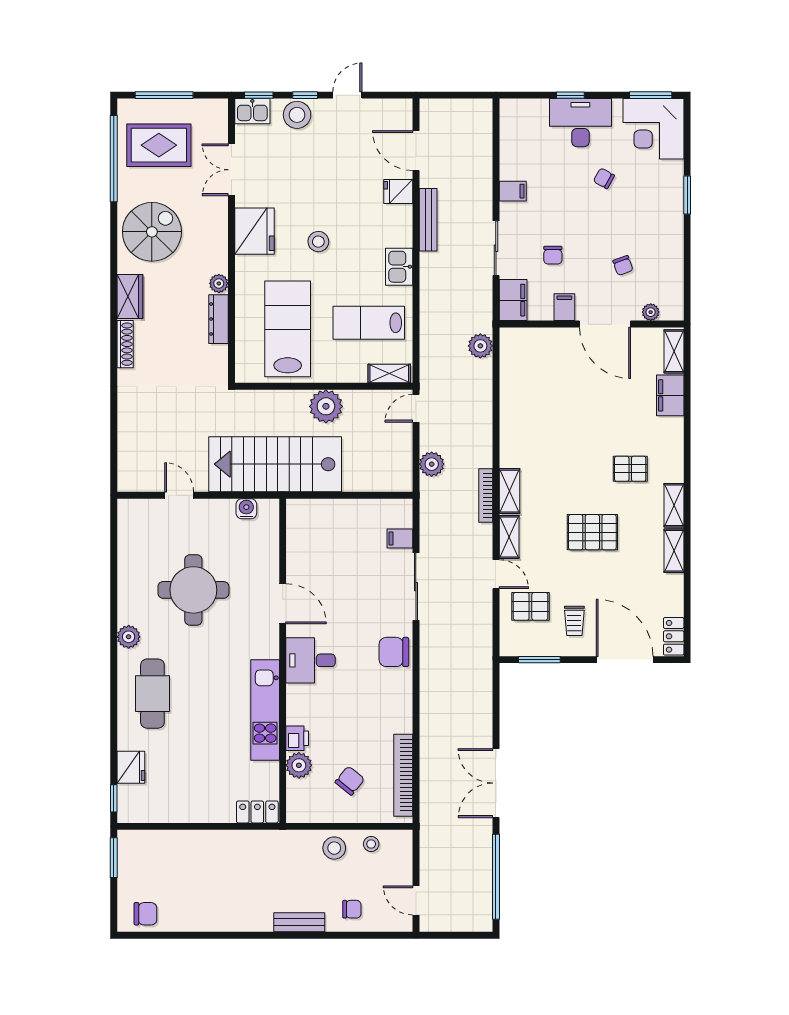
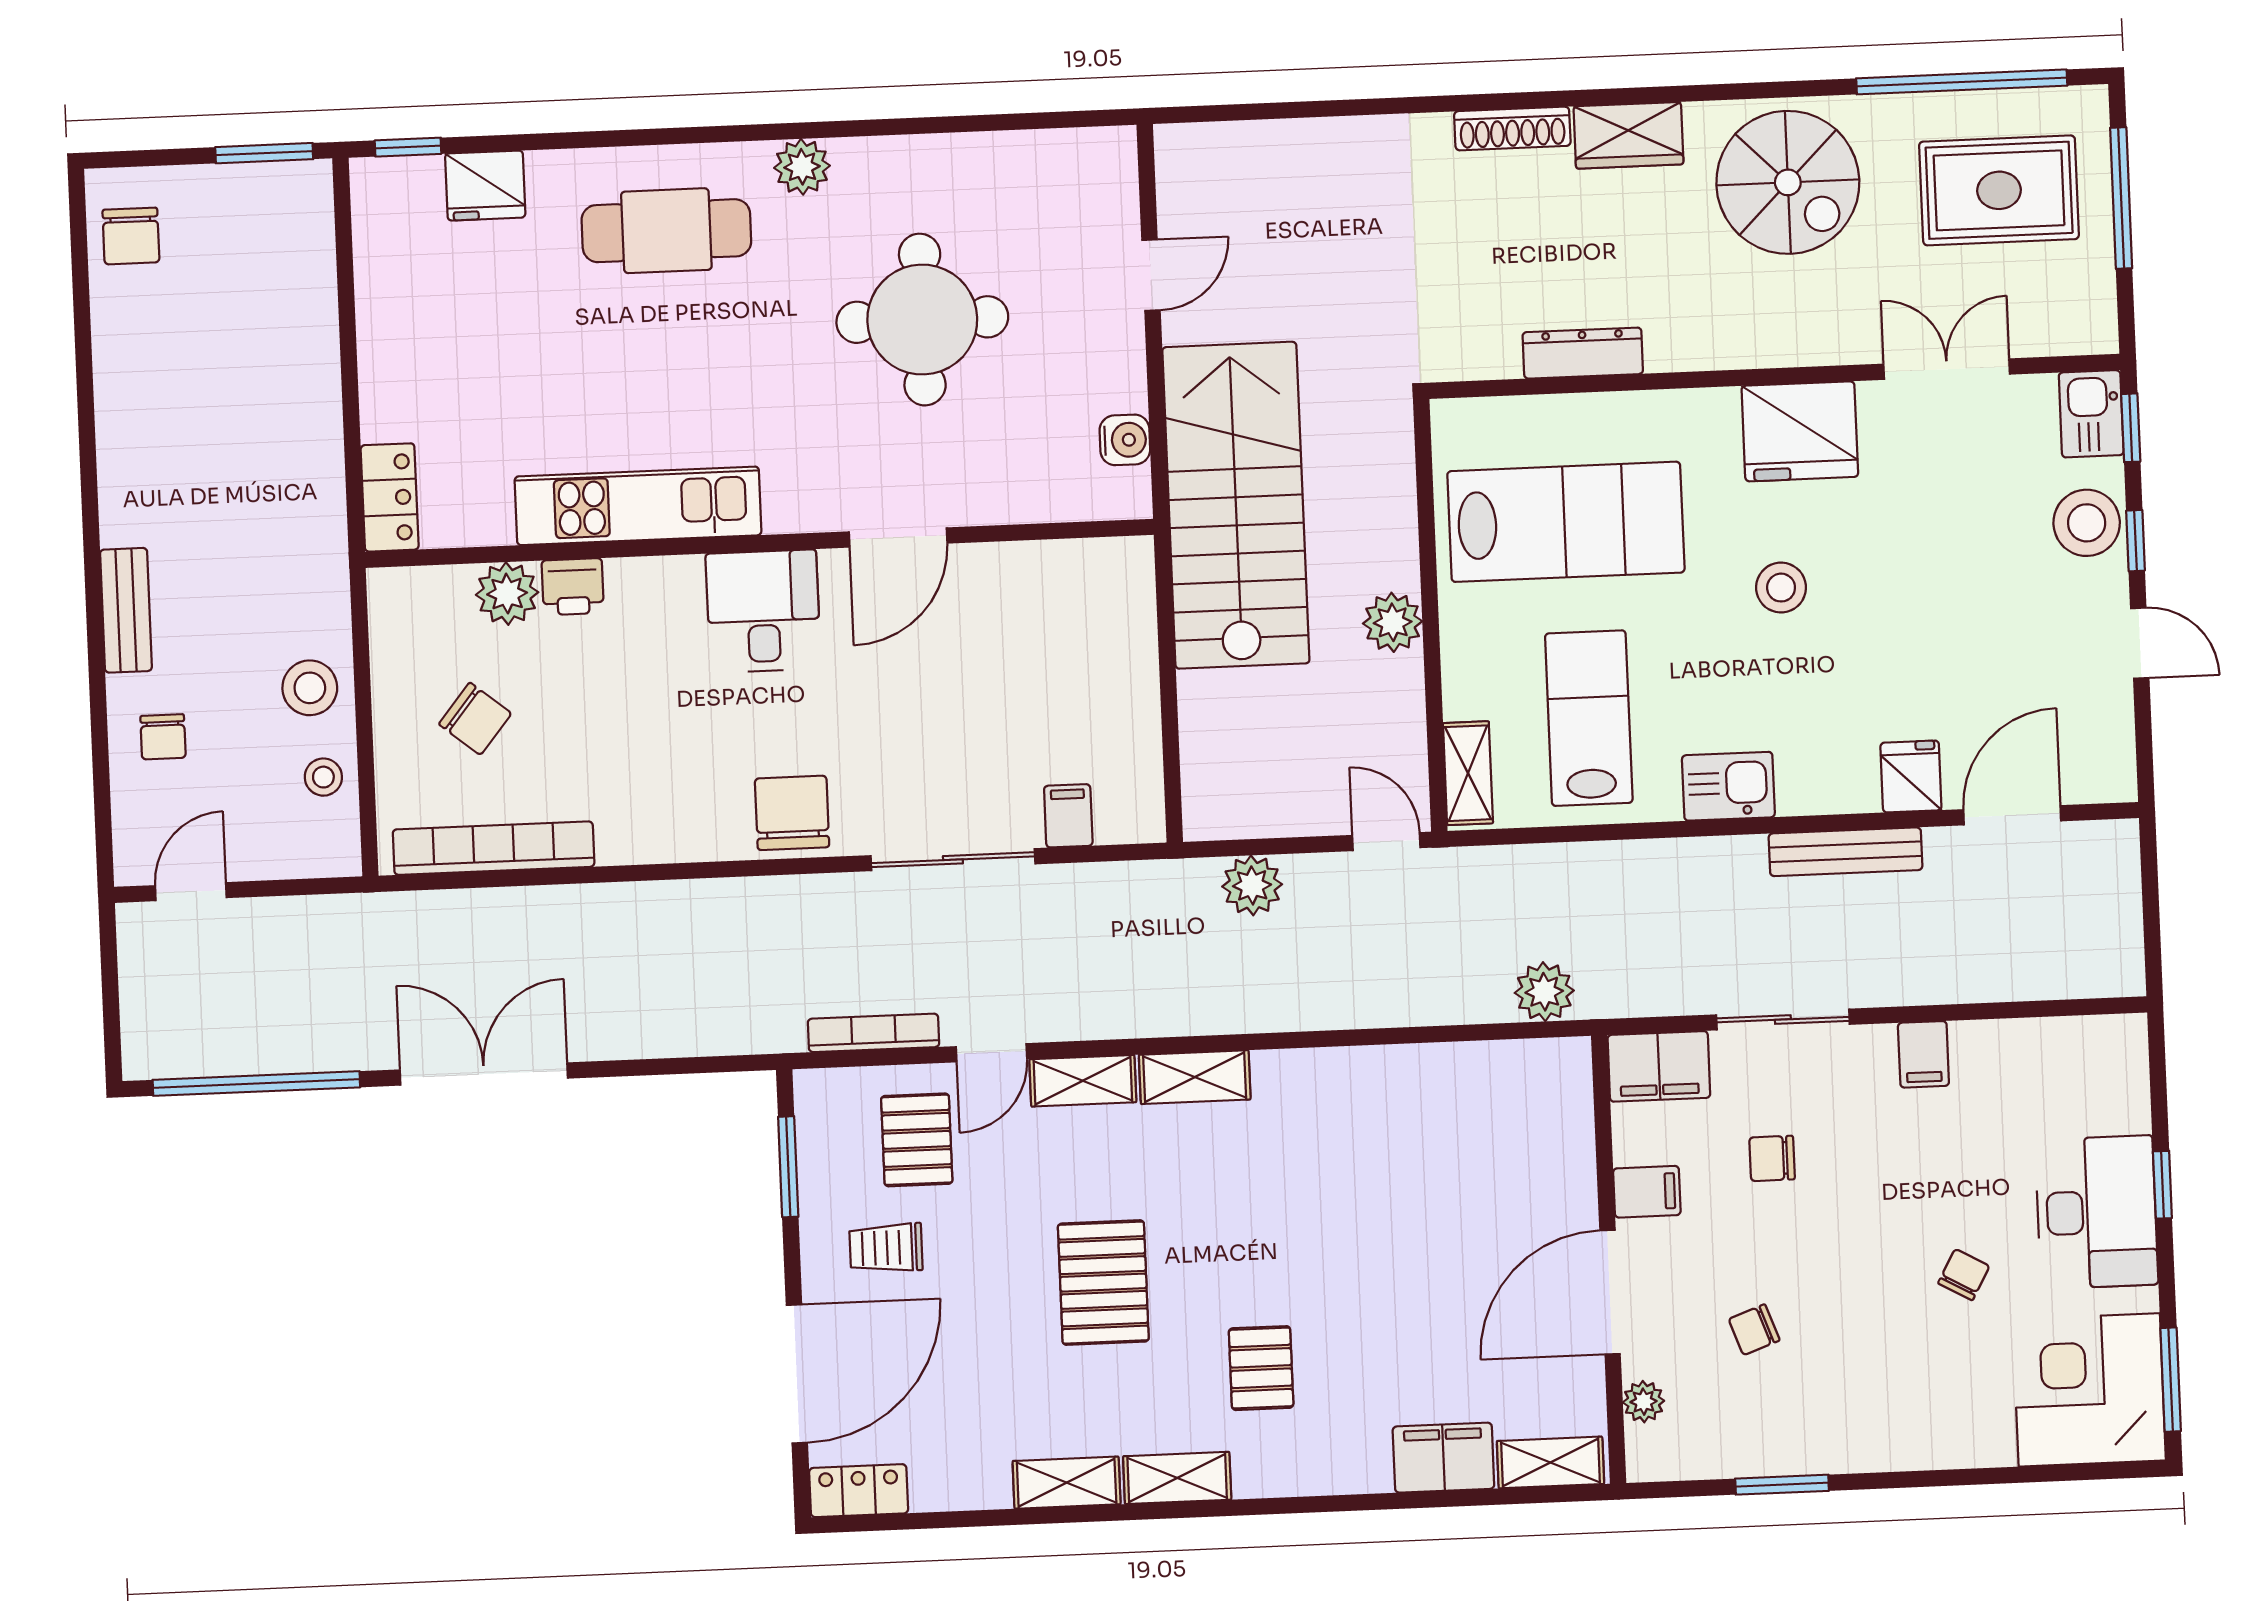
rug: (159, 145) -> (1999, 190), turned 90
window: (687, 195) -> (1782, 1485), moved
plant: (219, 283) -> (1669, 350), removed
plant: (326, 406) -> (1393, 622), width x0.73, depth x0.73
bookcase: (486, 495) -> (874, 1033), moved

